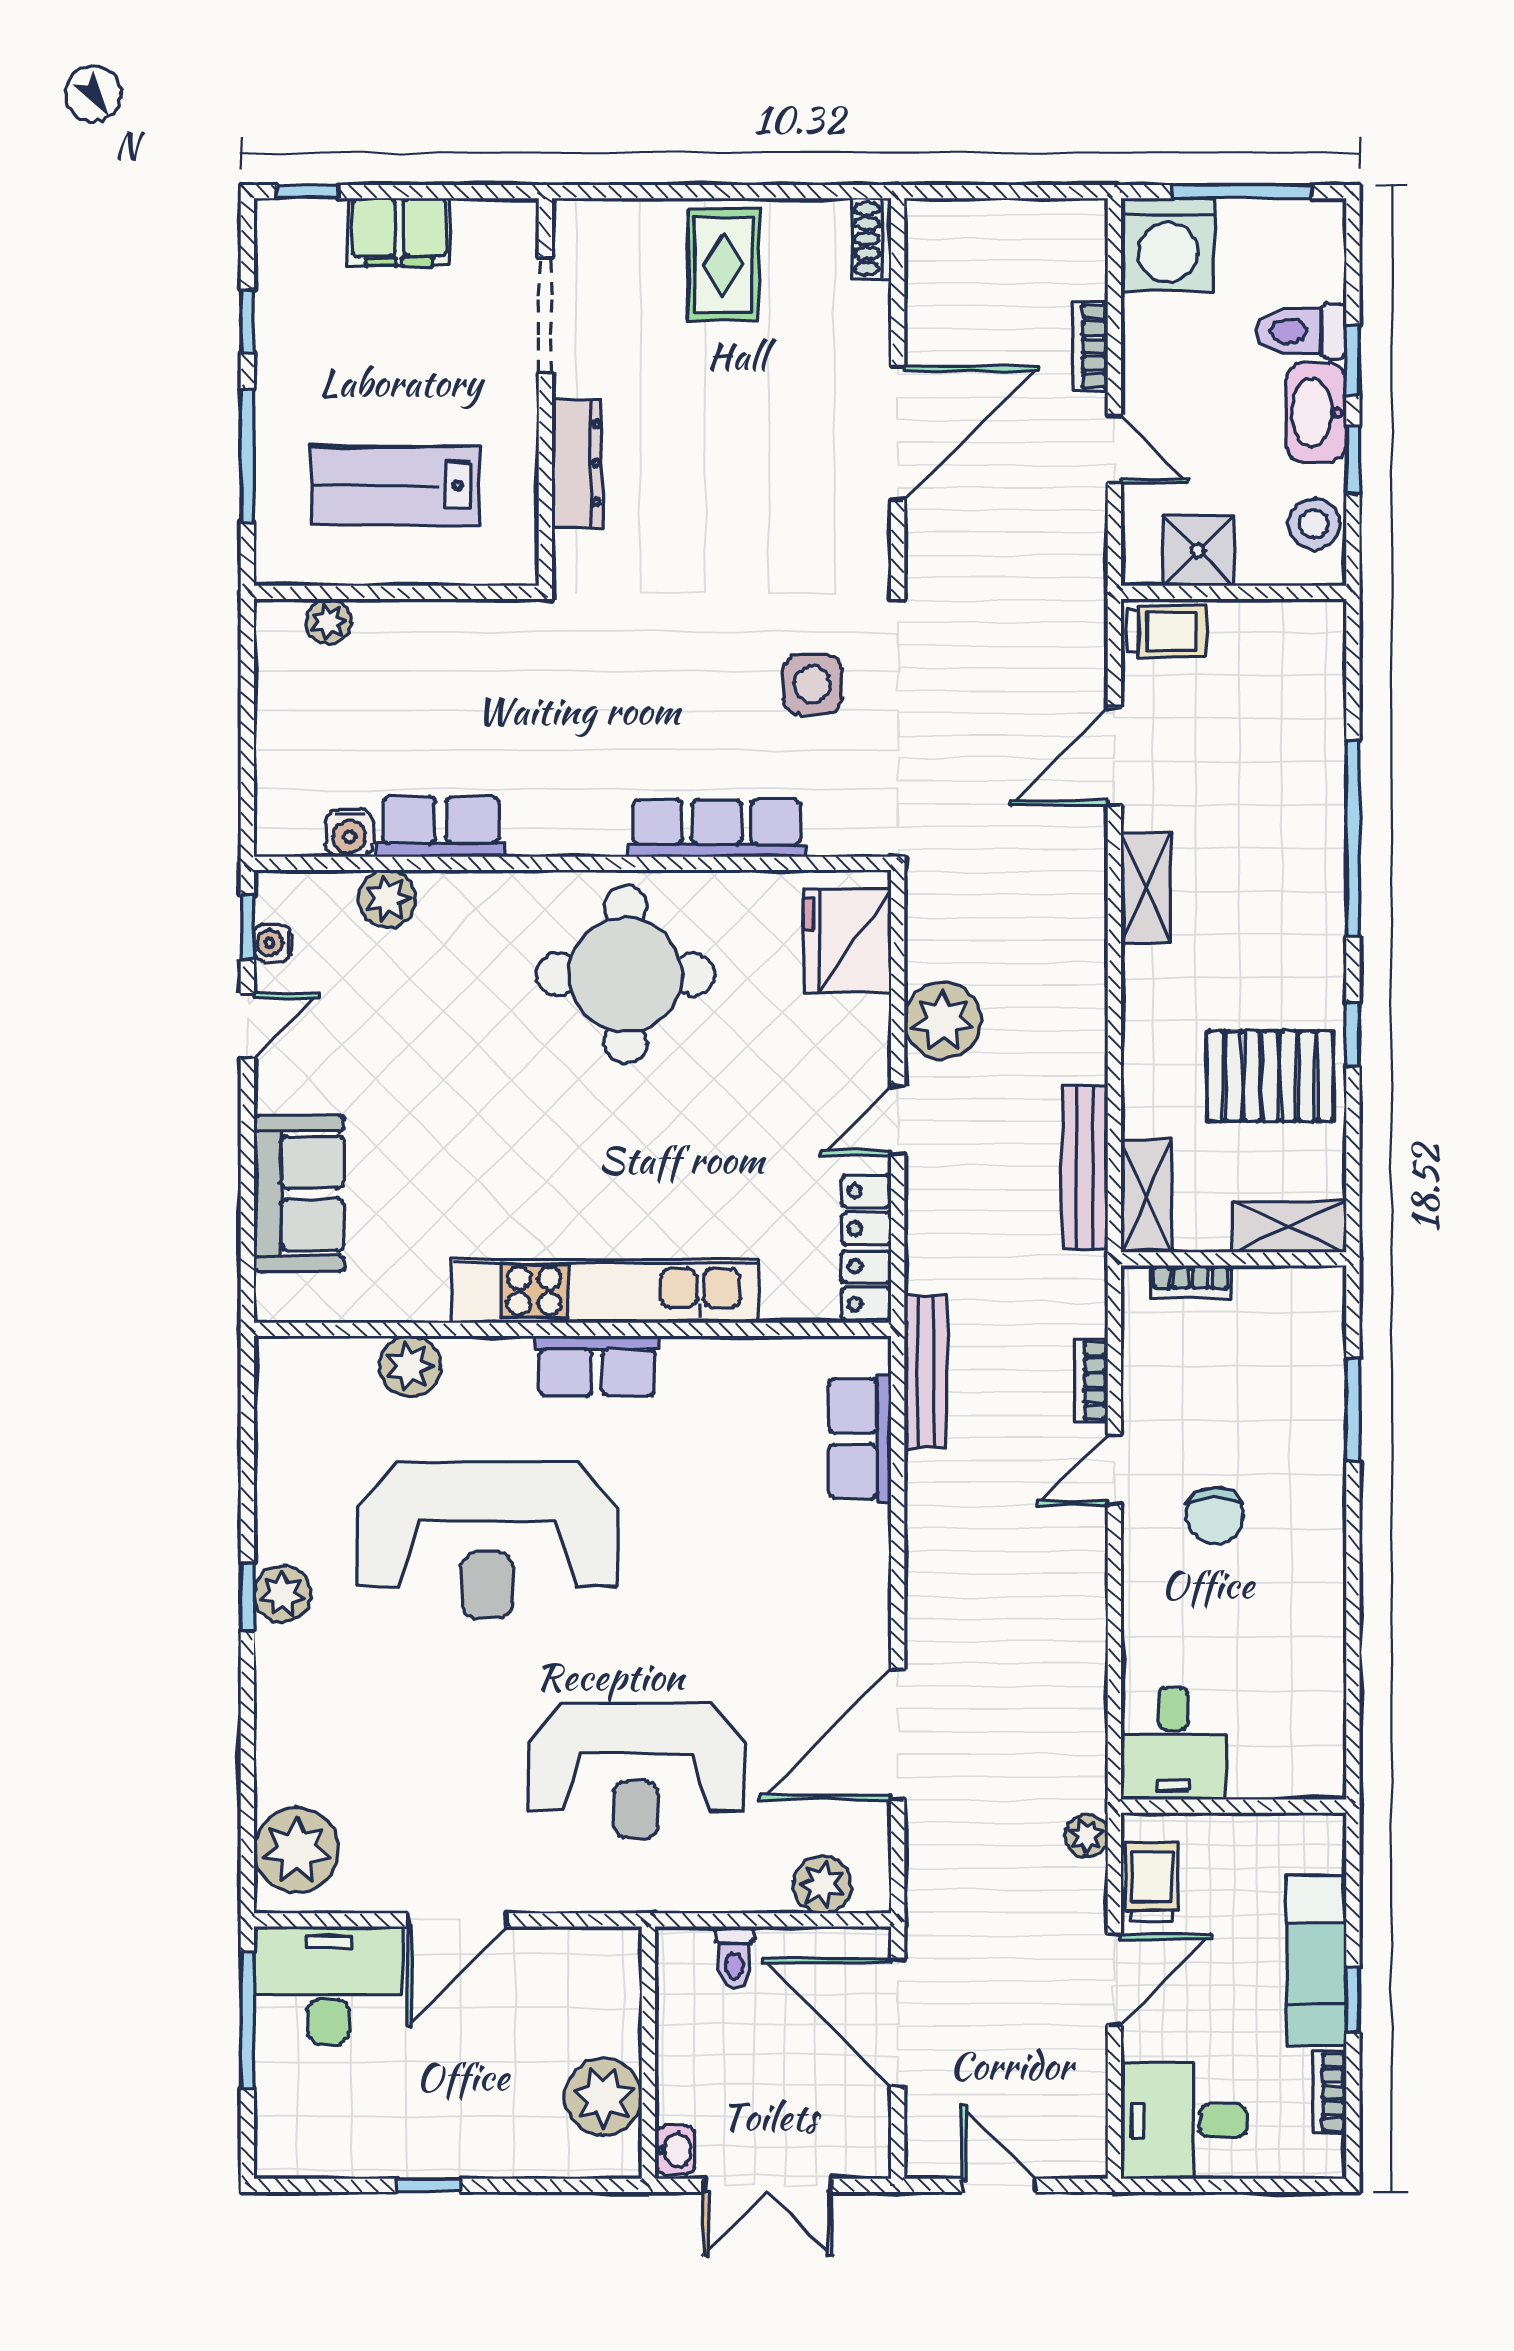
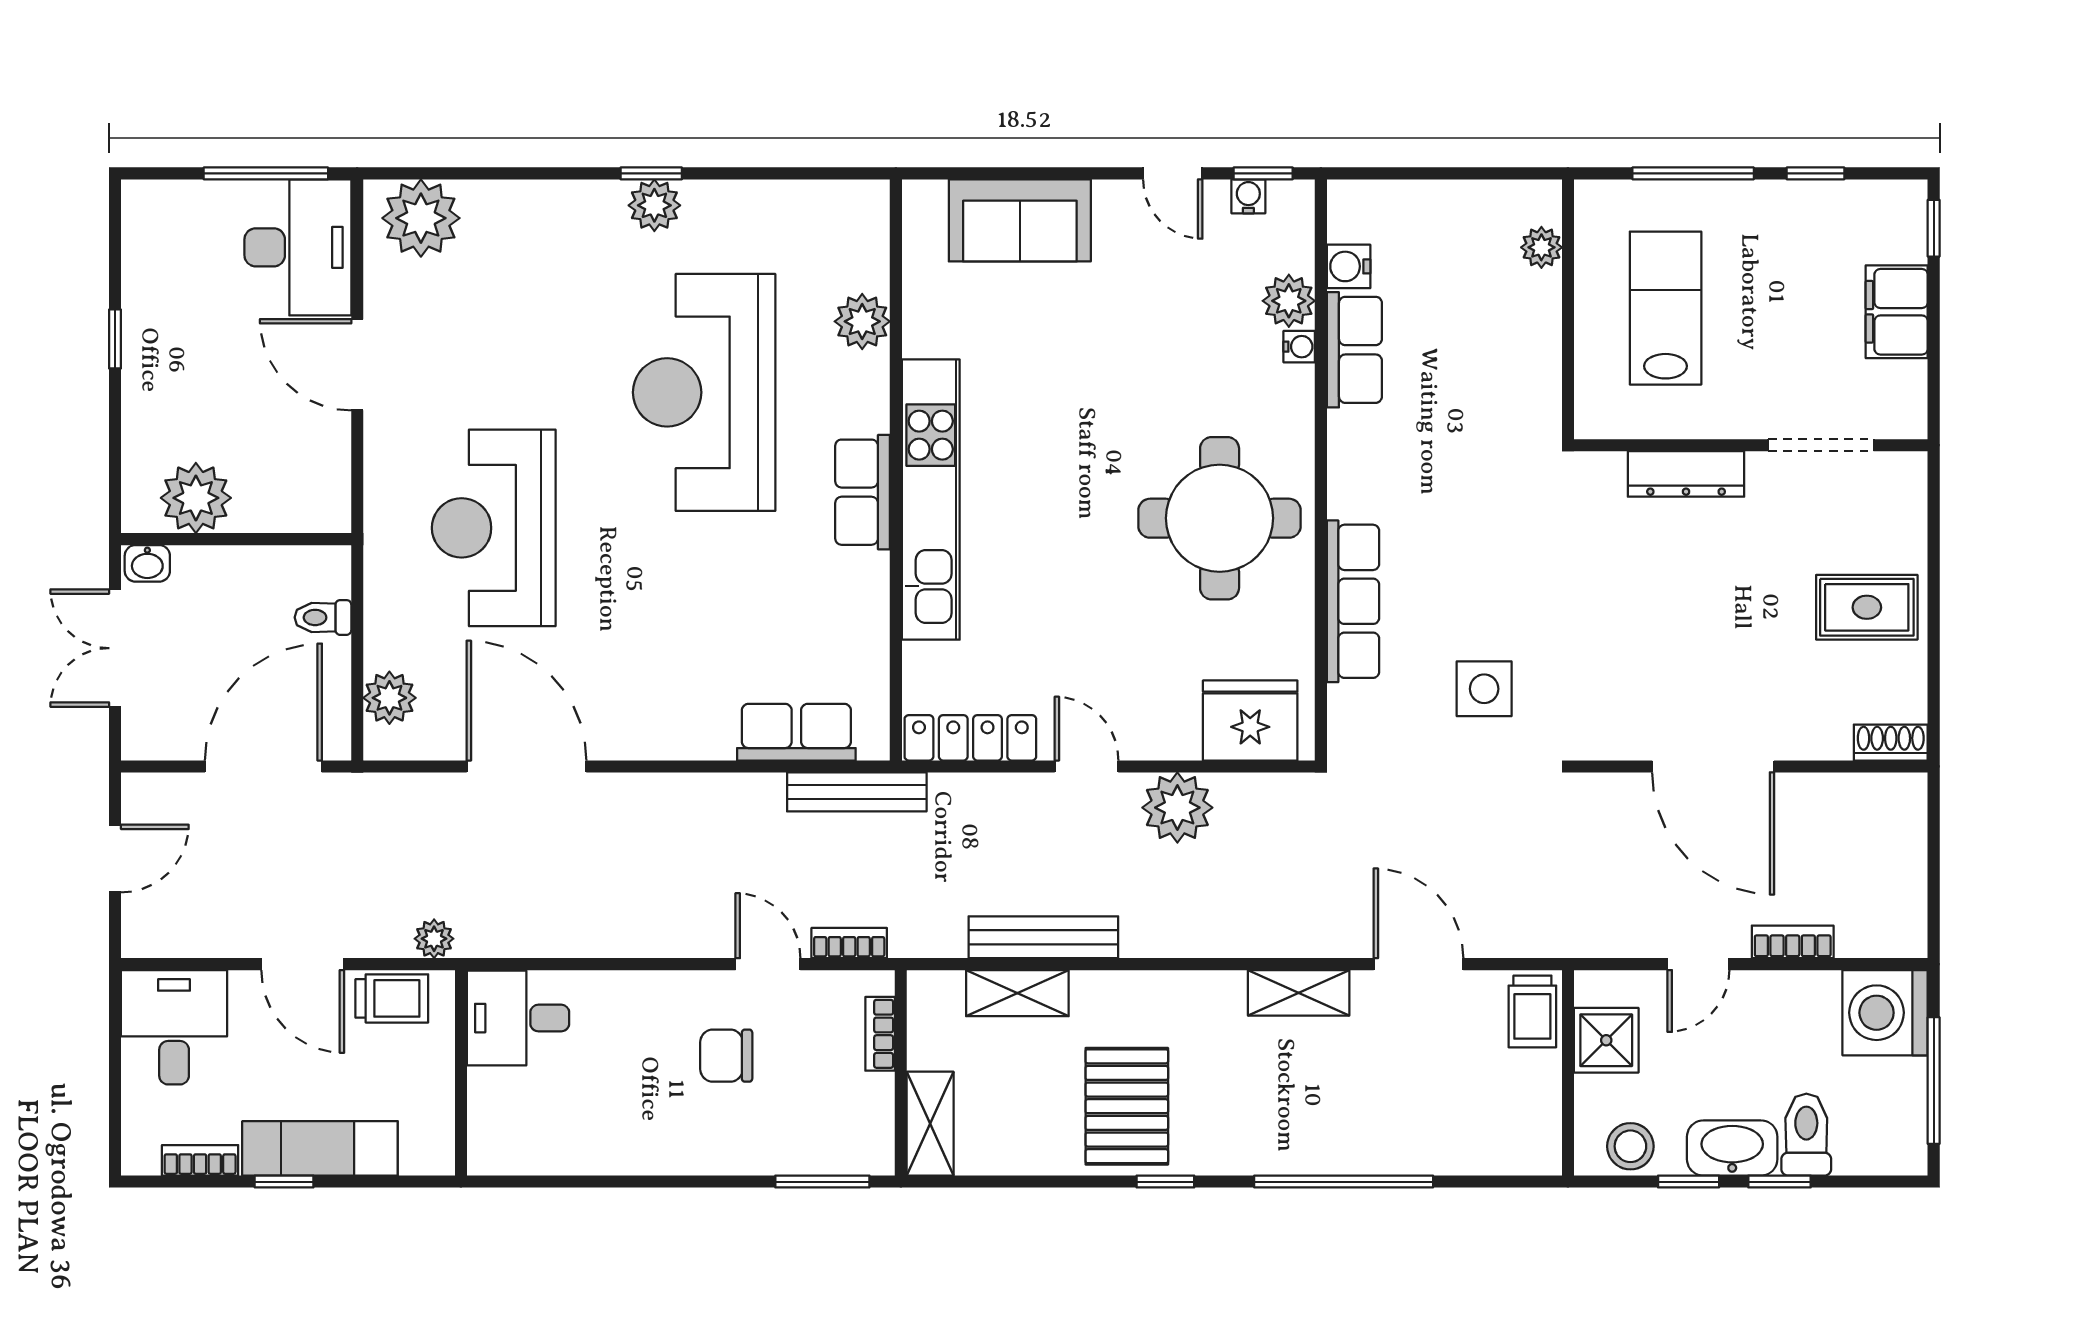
water cooler: (437, 887) -> (1299, 347), added
shelving: (1289, 1227) -> (930, 1124), moved
wall: (1234, 1259) -> (901, 1073), moved
bookcase: (1191, 1282) -> (880, 1034), moved

